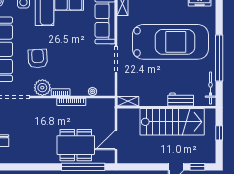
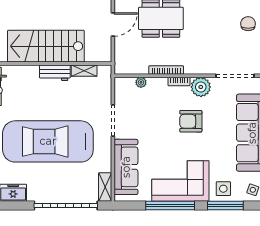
armchair: (38, 59) -> (191, 121), moved, turned 93
workbench: (181, 100) -> (55, 73), moved
shelving: (128, 101) -> (84, 71), moved

